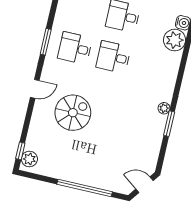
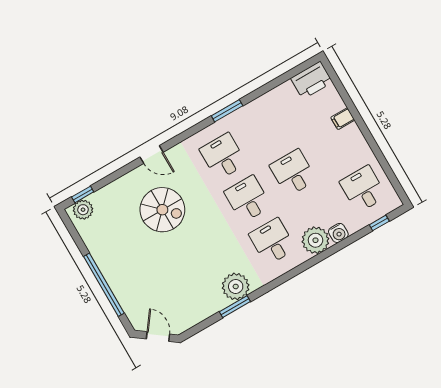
window: (46, 42) -> (227, 111), moved
desk: (152, 66) -> (272, 242), added
plant: (164, 108) -> (236, 286), width x1.88, depth x1.88

